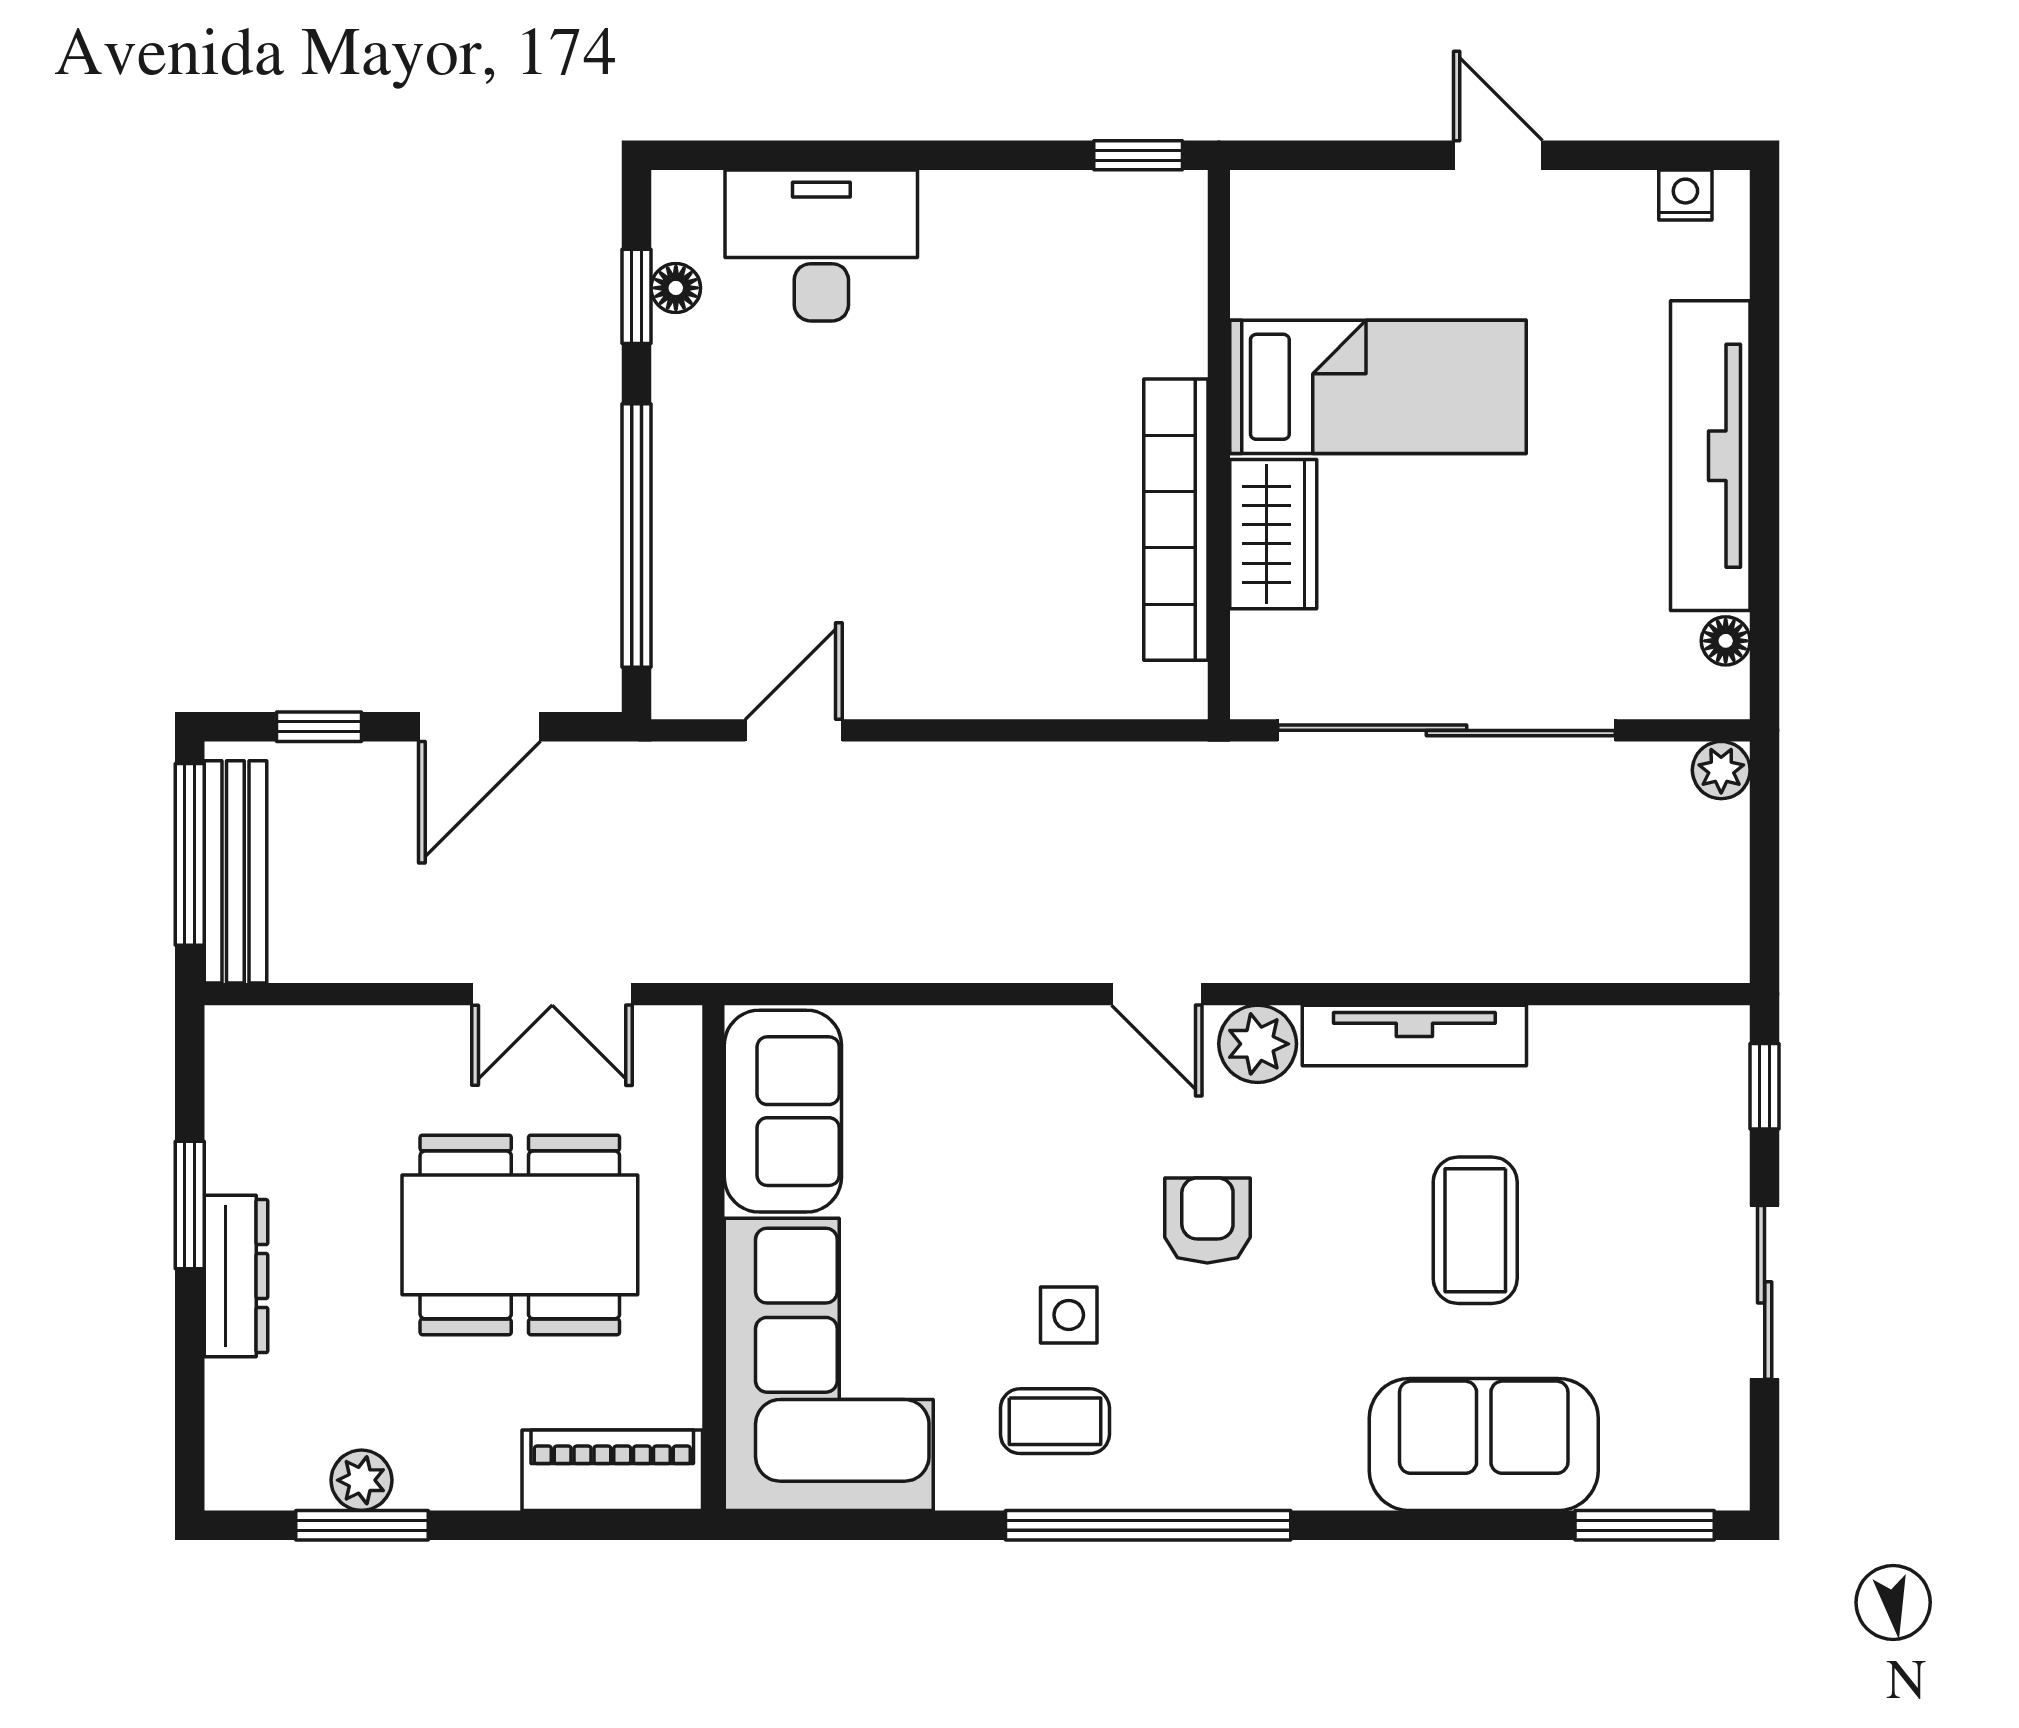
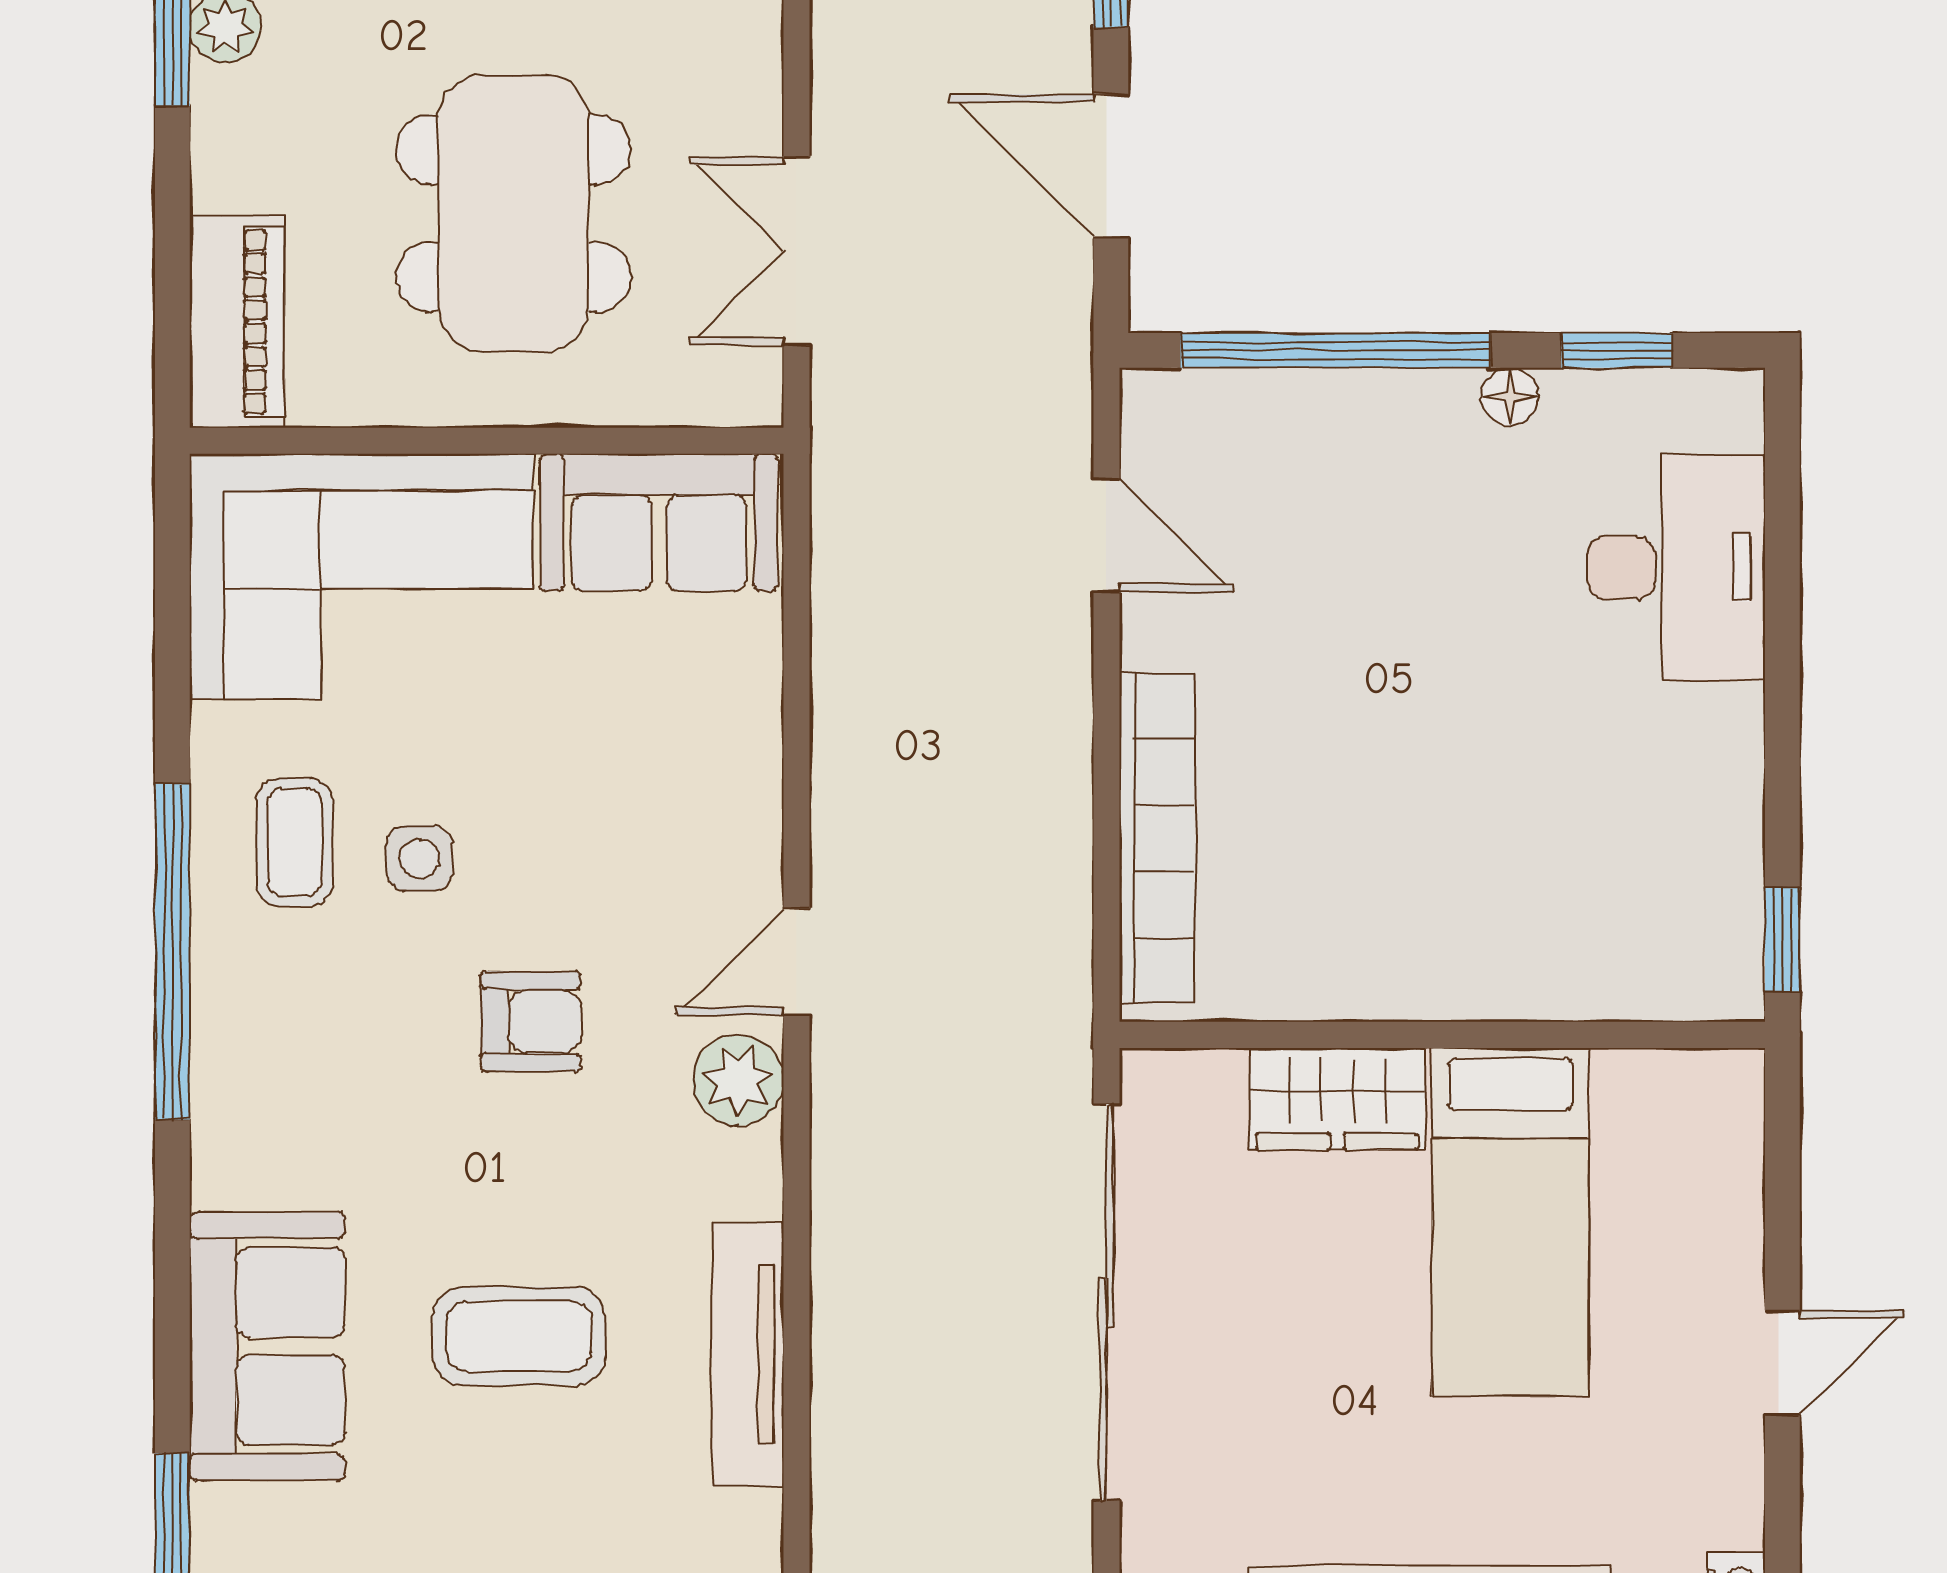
floor lamp: (676, 288) -> (1510, 397), moved
bookcase: (1176, 520) -> (1157, 838), moved, turned 90
tv unit: (1414, 1035) -> (748, 1354), moved

